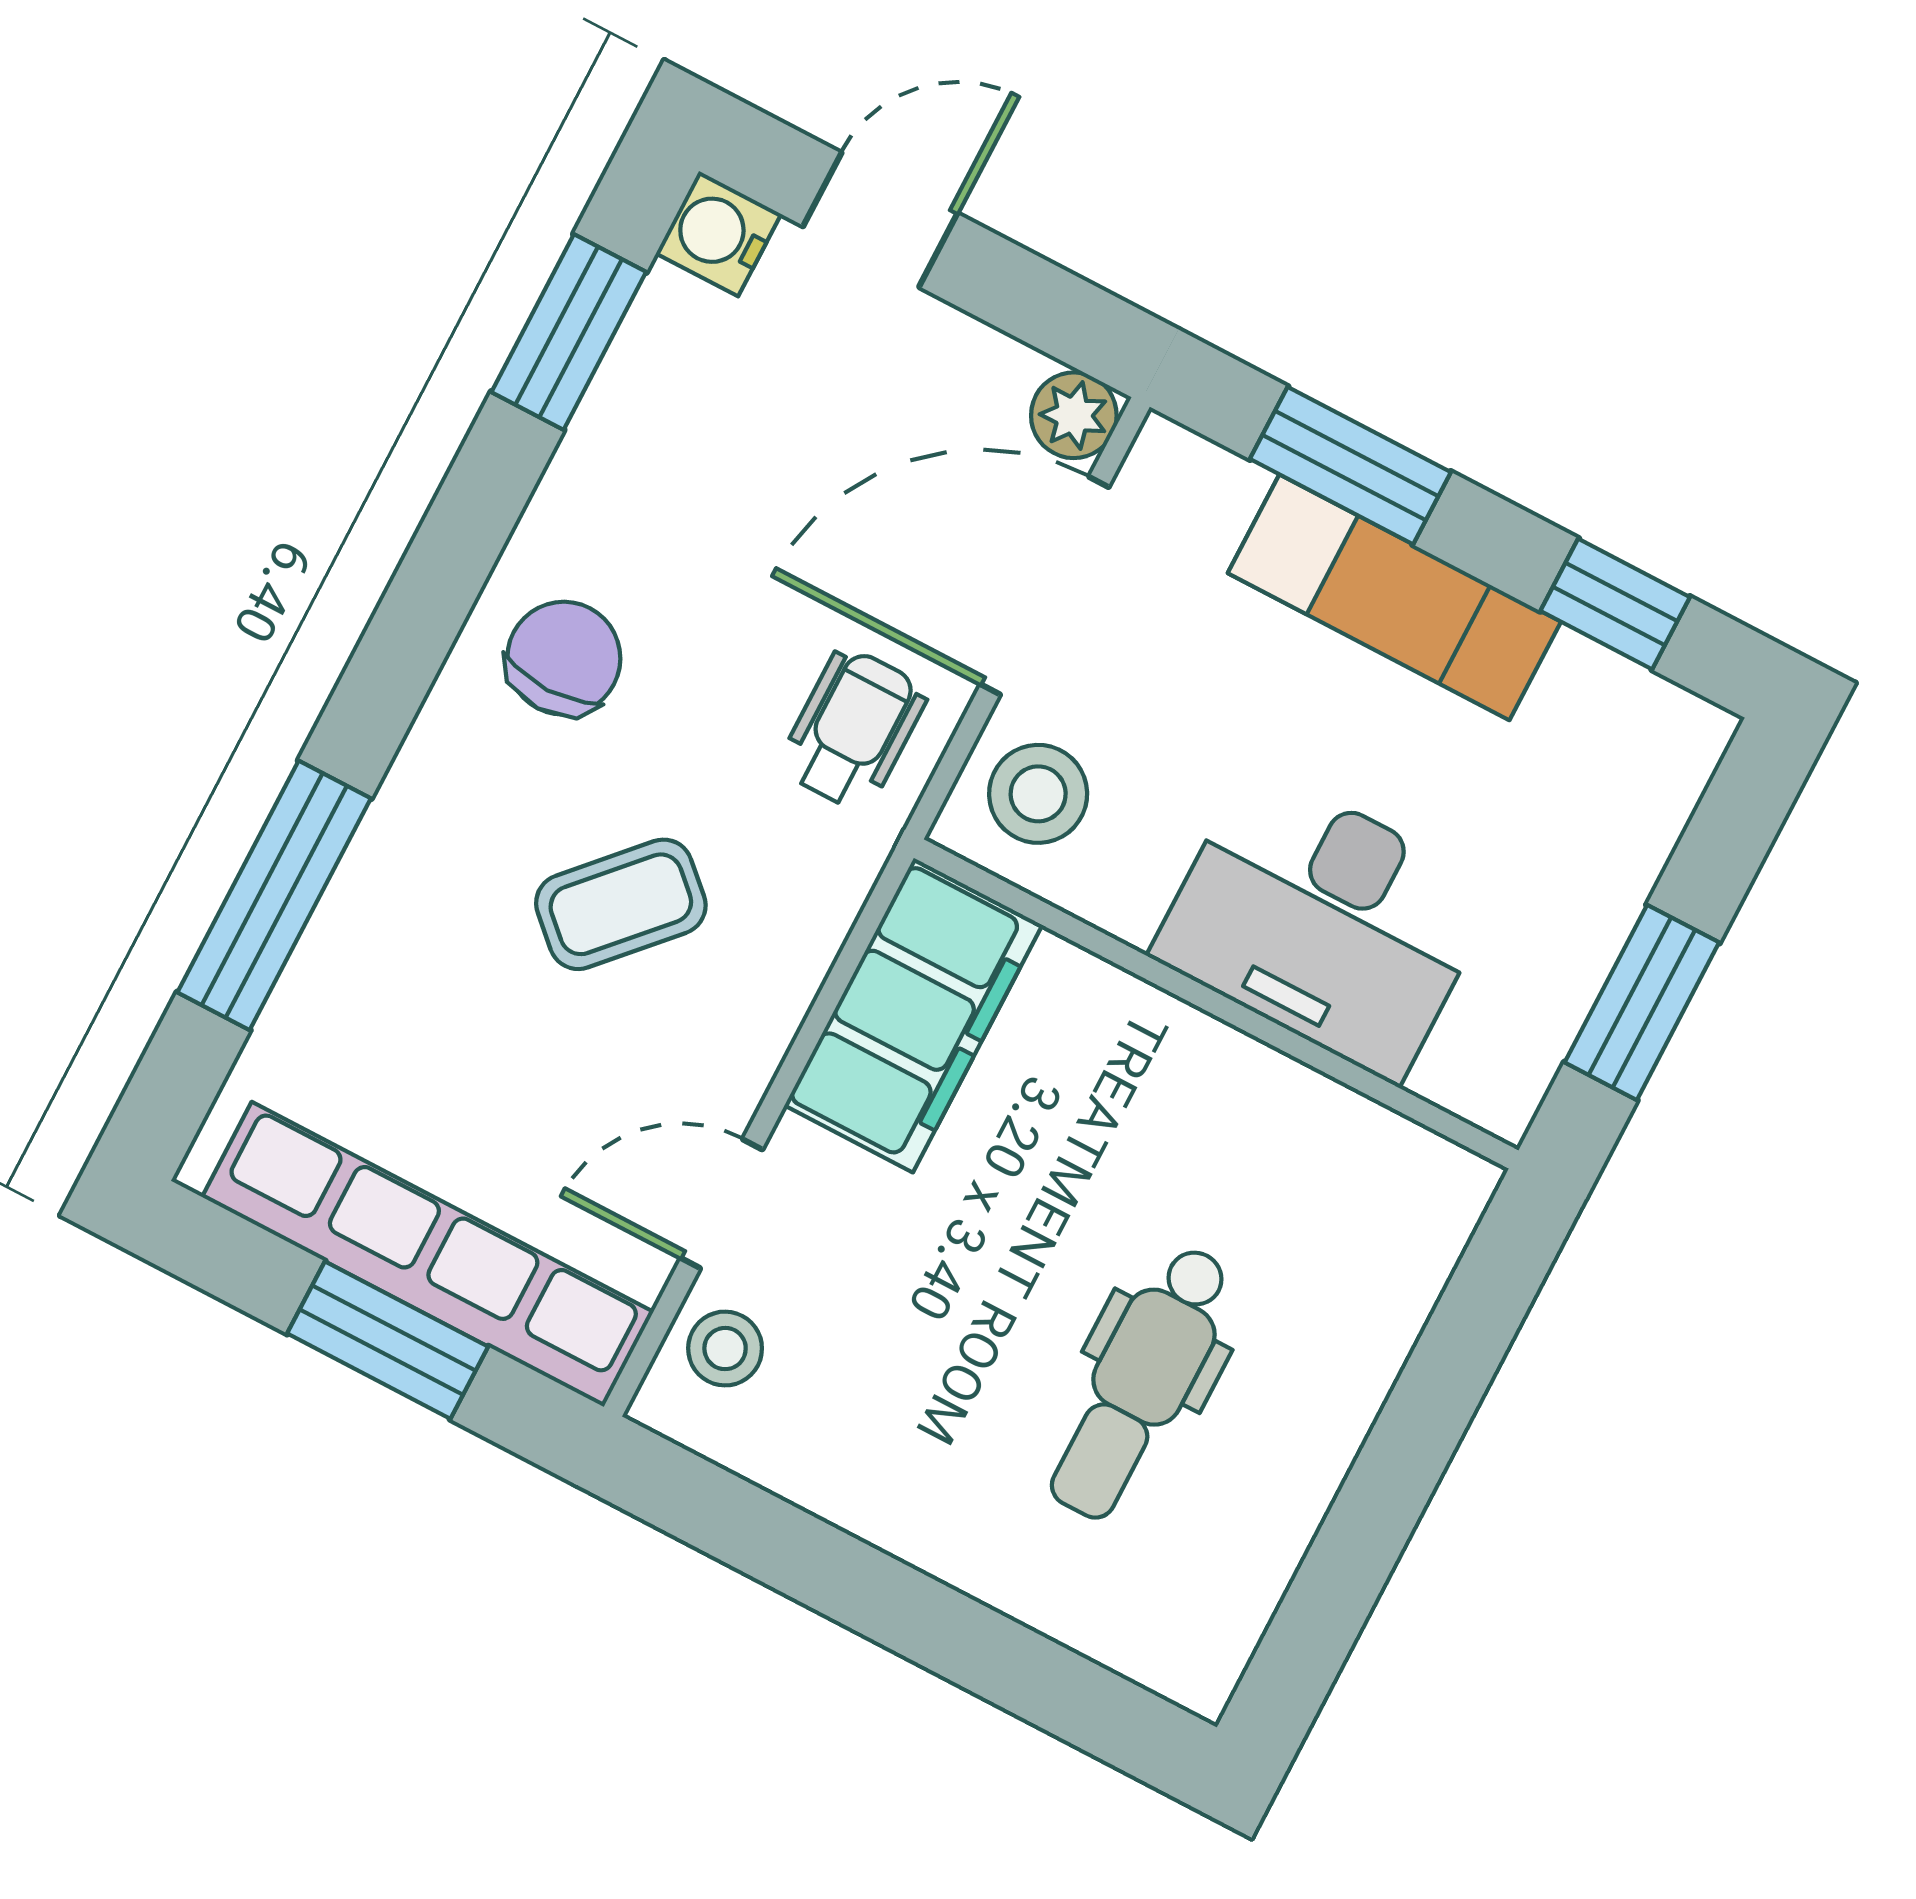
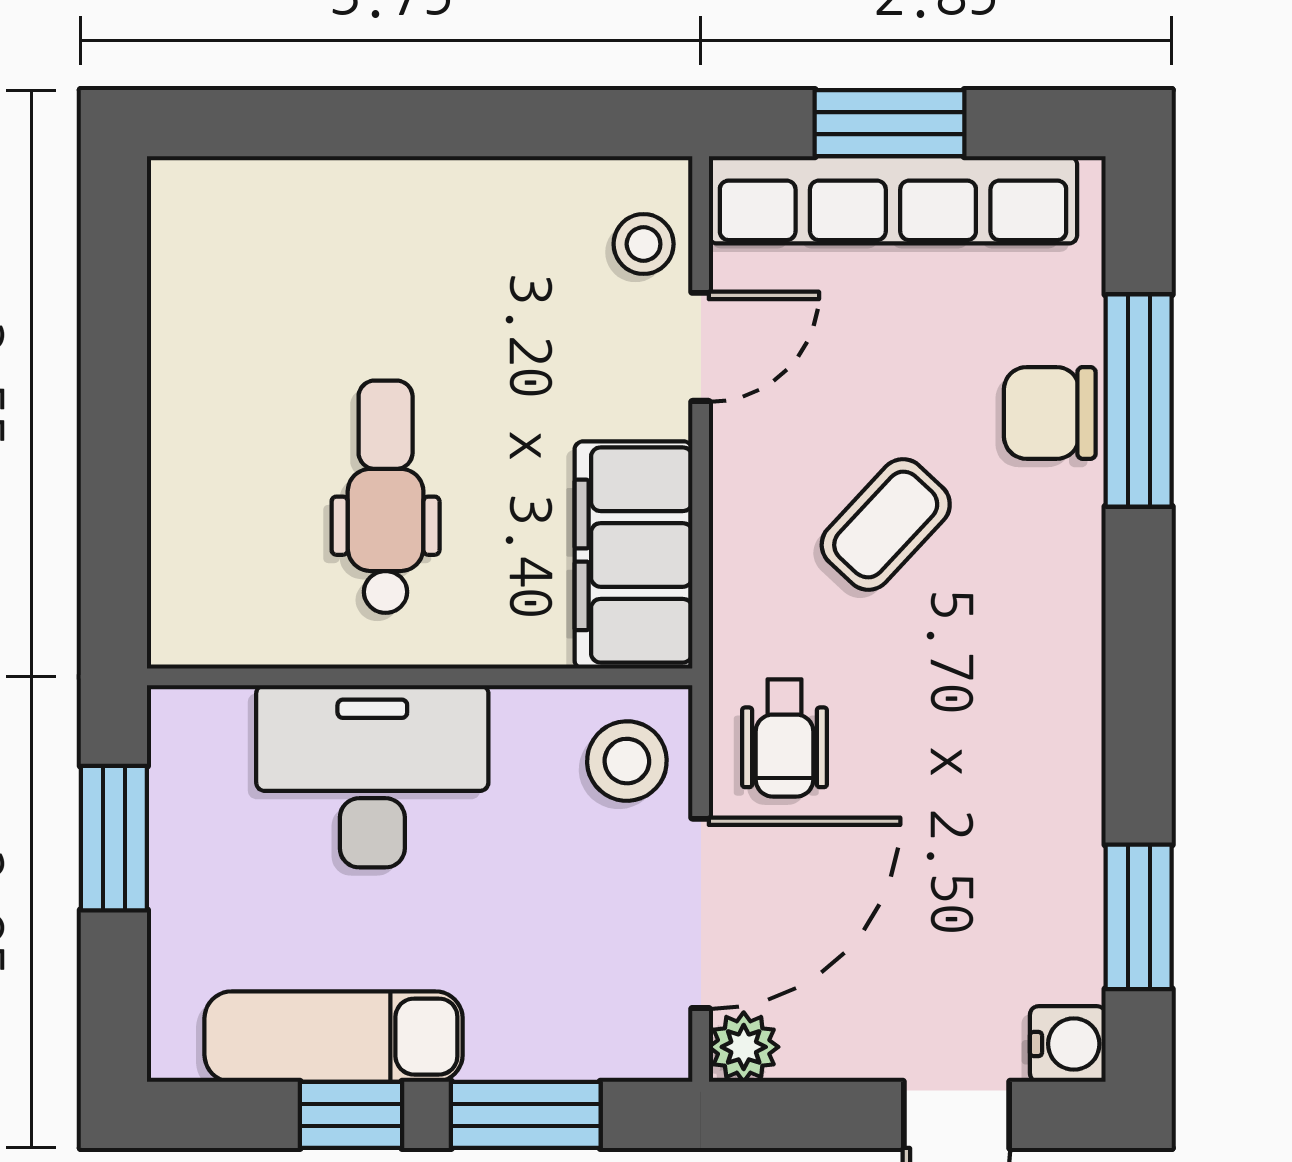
exam couch: (1394, 597) -> (334, 1037), moved
window: (1615, 604) -> (351, 1115), moved
chair: (564, 658) -> (1050, 413), moved, turned 90
dental chair: (1141, 1382) -> (386, 497), moved

